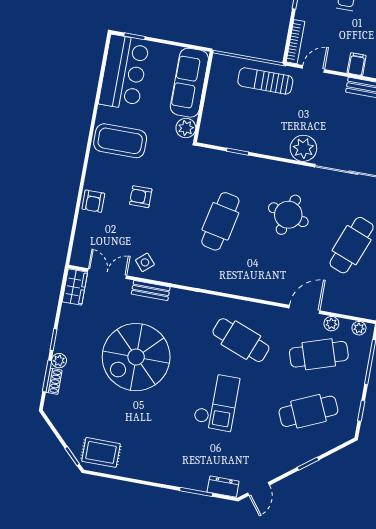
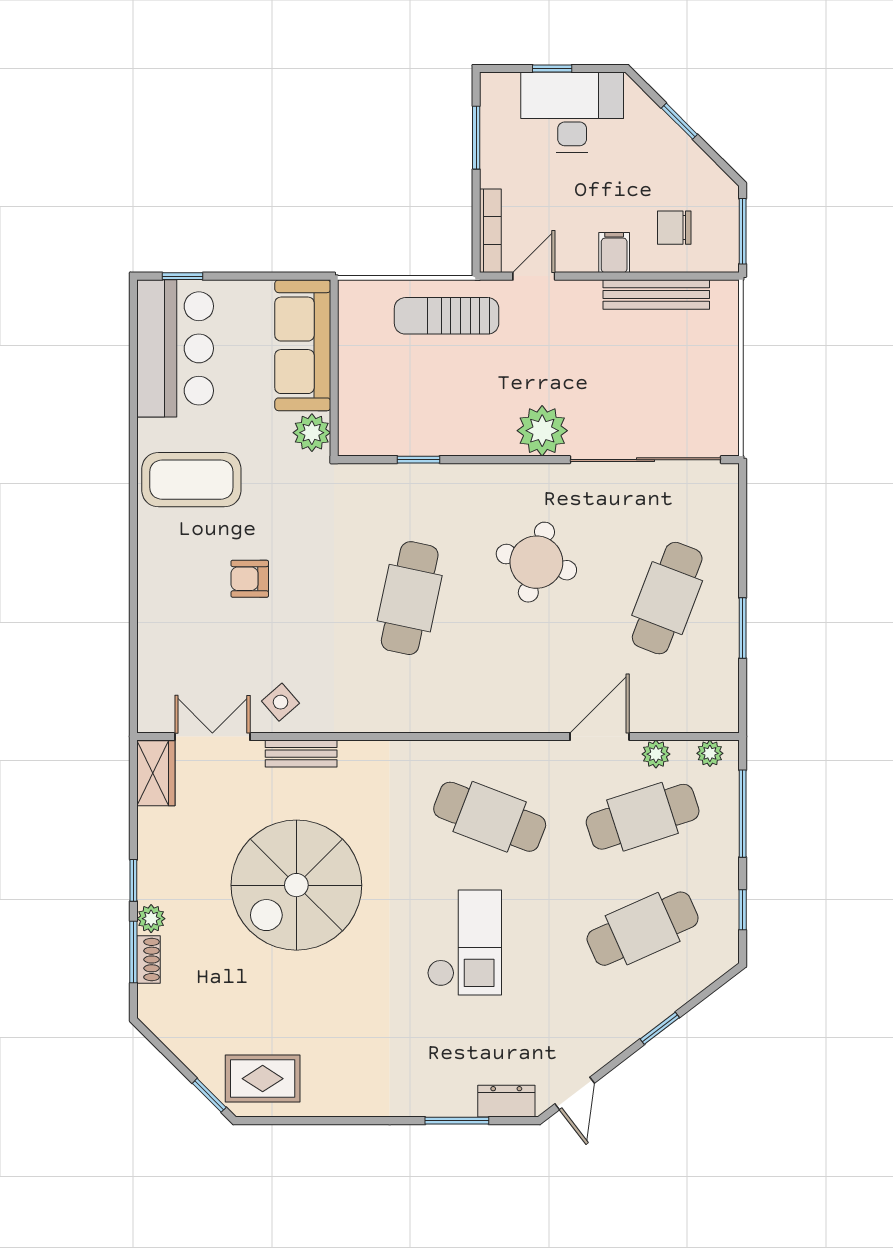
armchair: (93, 201) -> (161, 604), removed

